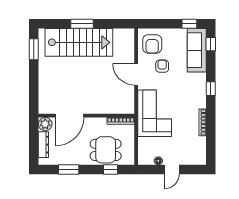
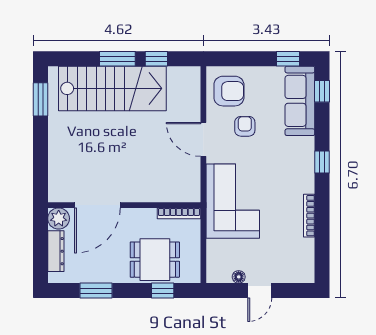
window: (107, 24) -> (156, 59), added
armchair: (152, 44) -> (229, 91), turned -90

